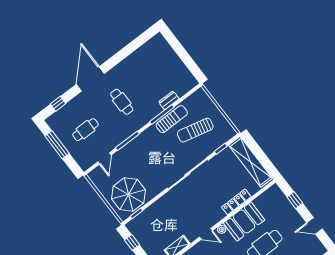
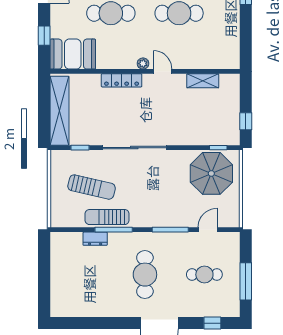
cafe table: (122, 102) -> (145, 275), width x1.37, depth x1.35
locker: (236, 202) -> (122, 80), moved
booth: (244, 221) -> (73, 54), moved

